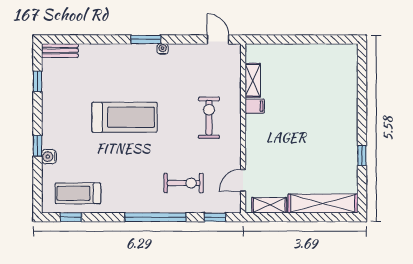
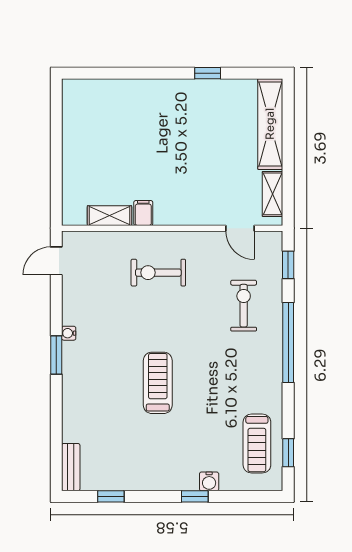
treadmill: (124, 117) -> (158, 383), width x0.73, depth x0.73

